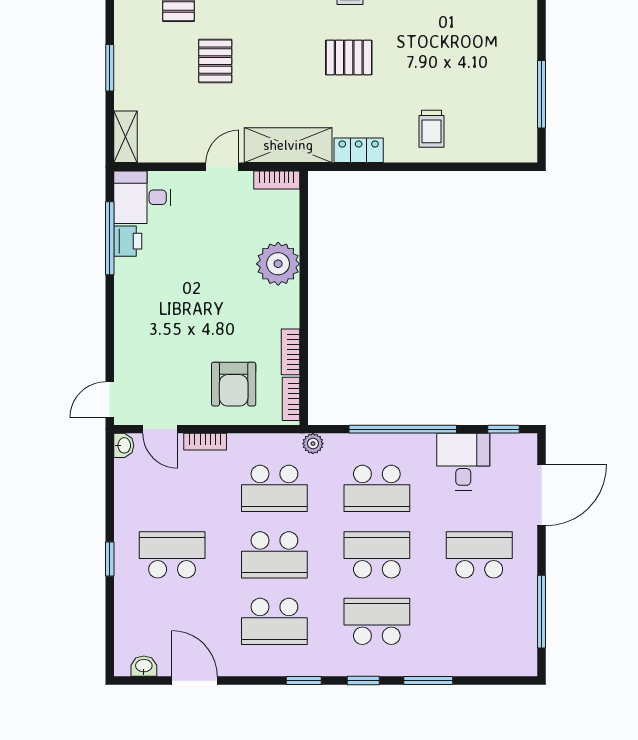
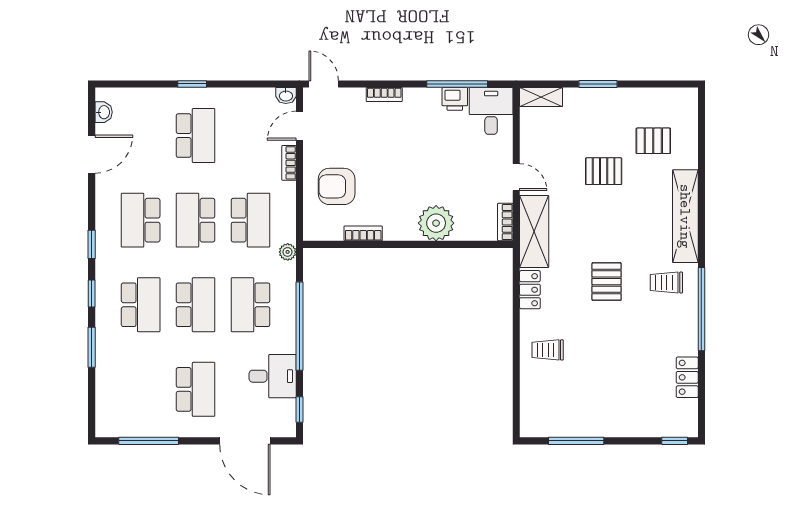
bookcase: (291, 399) -> (384, 95), moved, turned 180
school desk: (274, 488) -> (250, 220), turned 180

